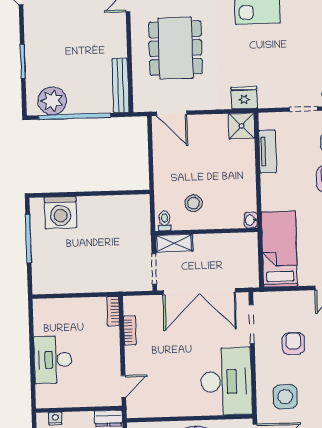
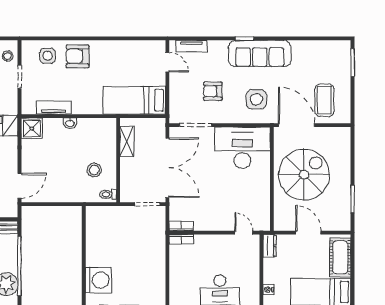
washbasin: (251, 220) -> (70, 123), moved
shelving: (174, 243) -> (127, 142), moved
bookcase: (130, 330) -> (181, 226), moved

